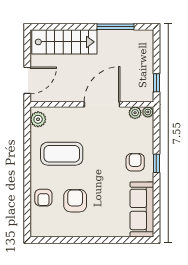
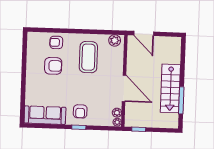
stairs: (64, 42) -> (170, 88), moved
armchair: (135, 162) -> (80, 111), turned 90

